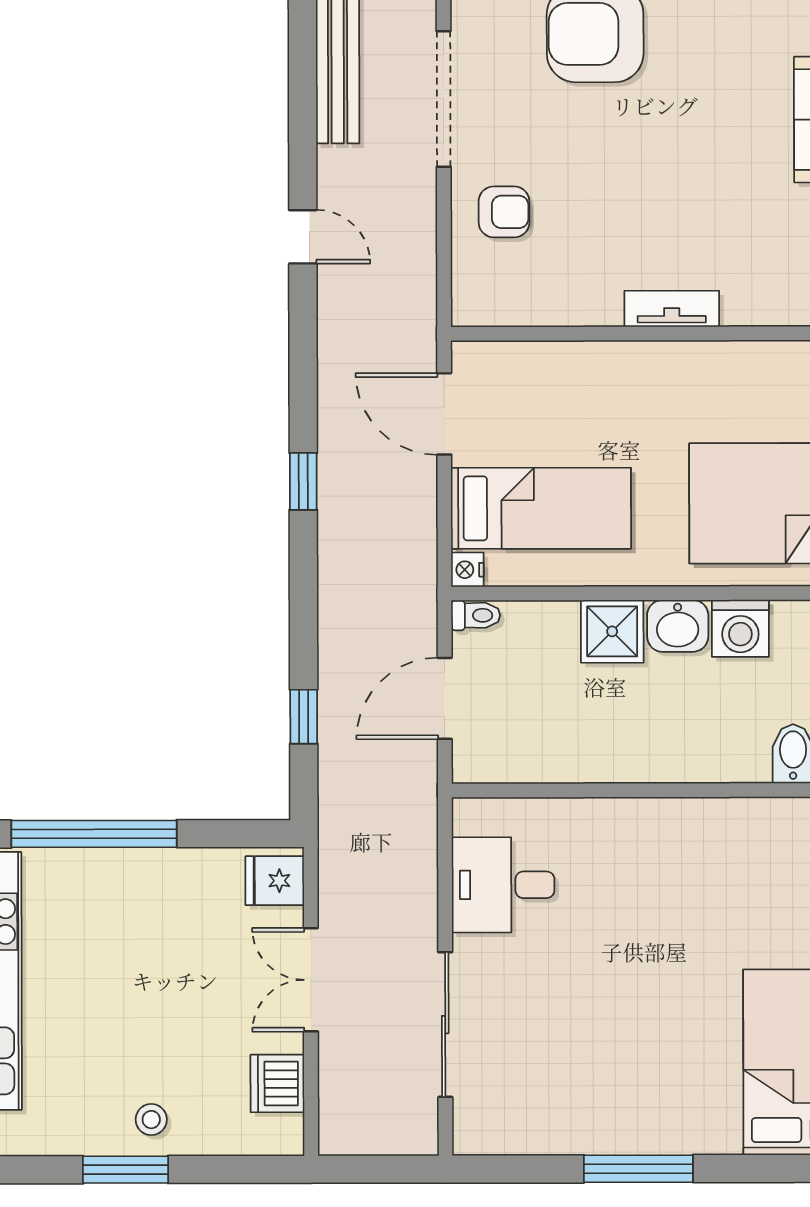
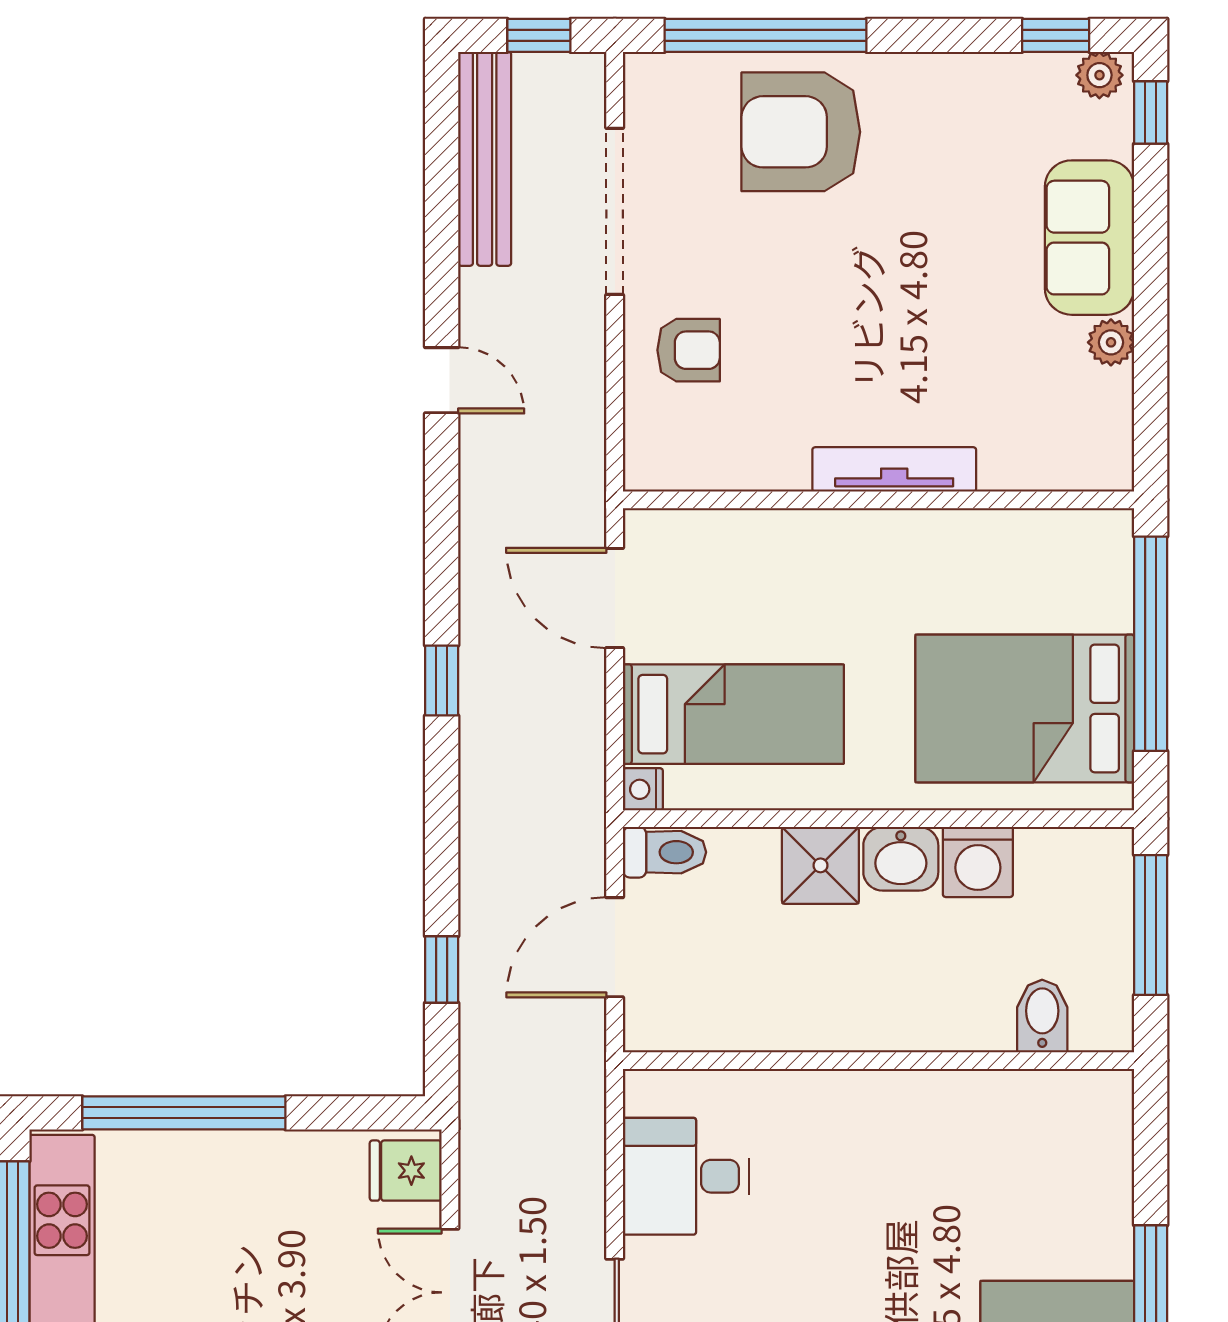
tv unit: (672, 309) -> (894, 469), width x1.41
toilet: (476, 615) -> (665, 852), width x1.37, depth x1.39

